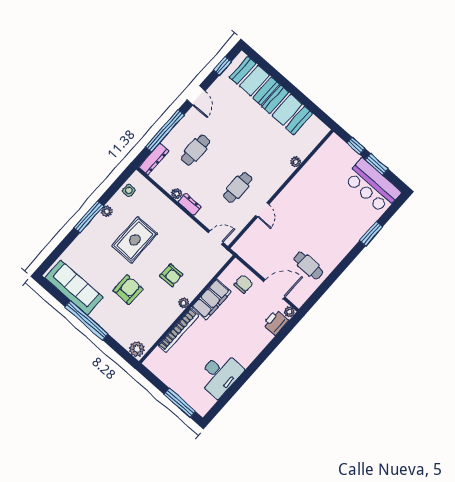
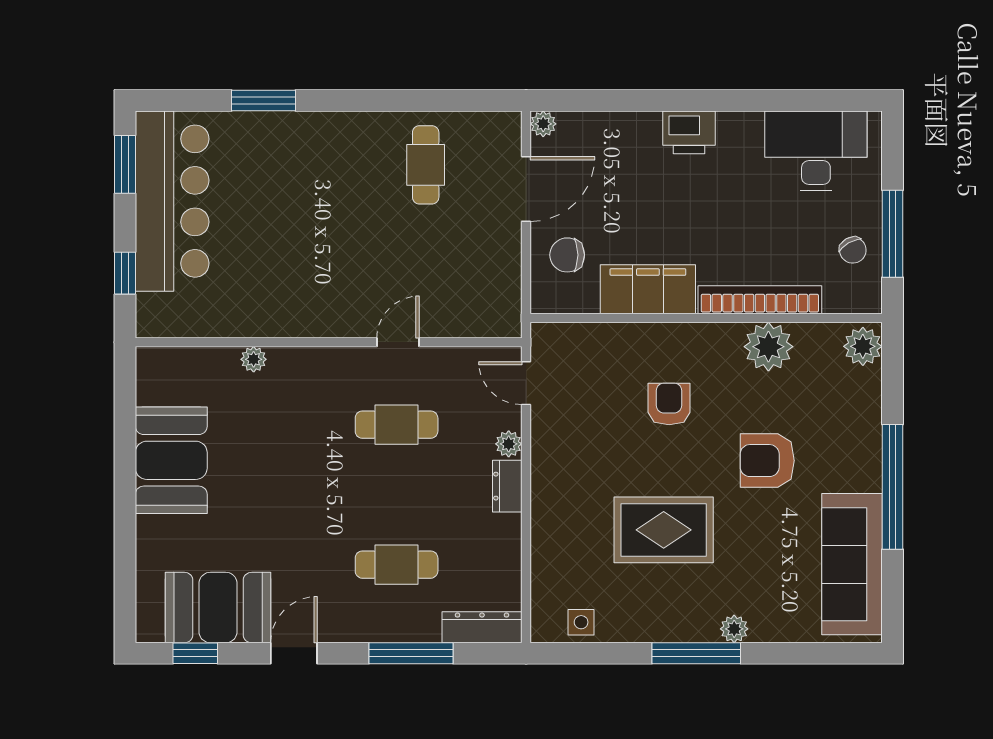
booth: (254, 81) -> (218, 608), moved, turned 90
window: (165, 131) -> (411, 653), width x0.68
window: (377, 164) -> (125, 164), moved
bar counter: (372, 186) -> (172, 201), width x1.36
plant: (177, 194) -> (509, 444), moved
plant: (107, 211) -> (734, 629), moved
door: (274, 289) -> (526, 189), swing flipped
plant: (184, 303) -> (768, 347), moved, width x1.87, depth x1.87
printer: (276, 322) -> (689, 132), moved
chair: (169, 372) -> (853, 250), added
desk: (220, 374) -> (816, 151), moved
window: (180, 403) -> (893, 234), moved

